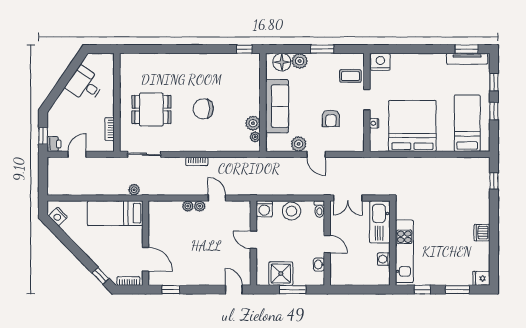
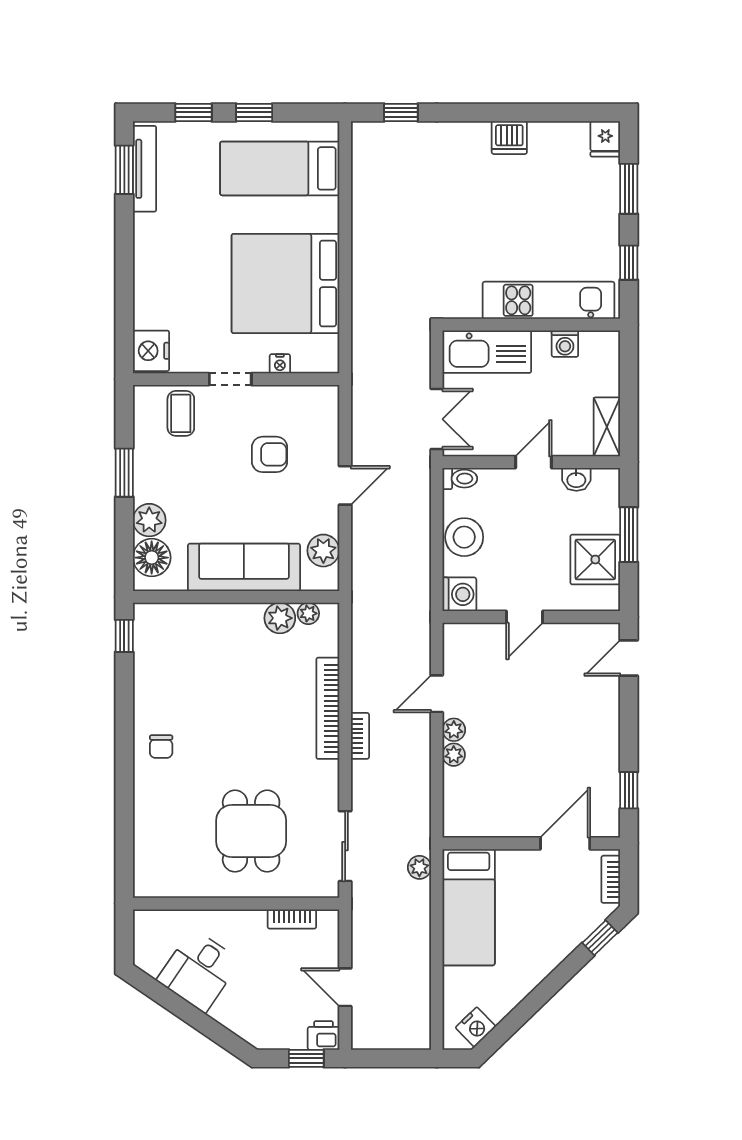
chair: (203, 109) -> (161, 747), moved, width x0.54, depth x0.54
plant: (299, 144) -> (323, 551), moved
bookcase: (210, 146) -> (328, 708), added
shelving: (344, 279) -> (607, 427), added

